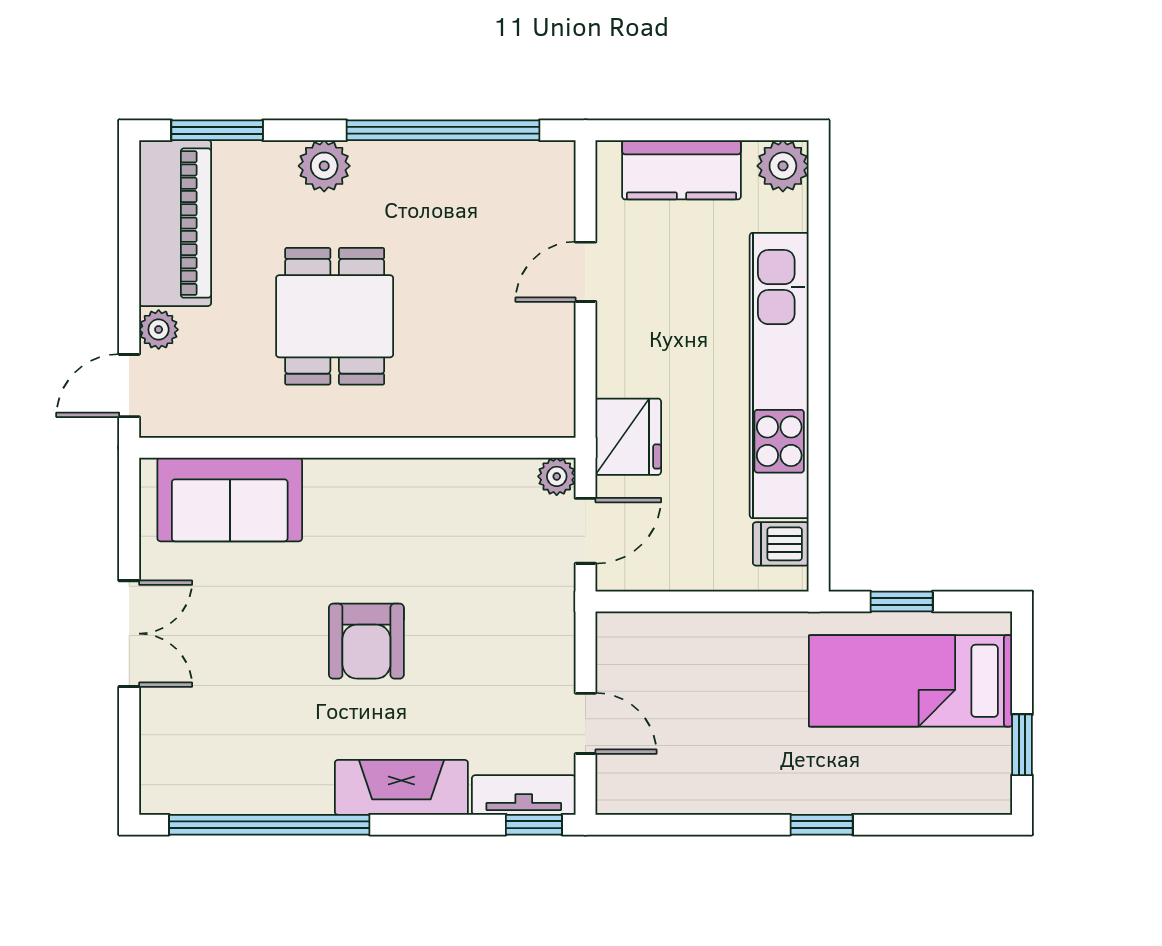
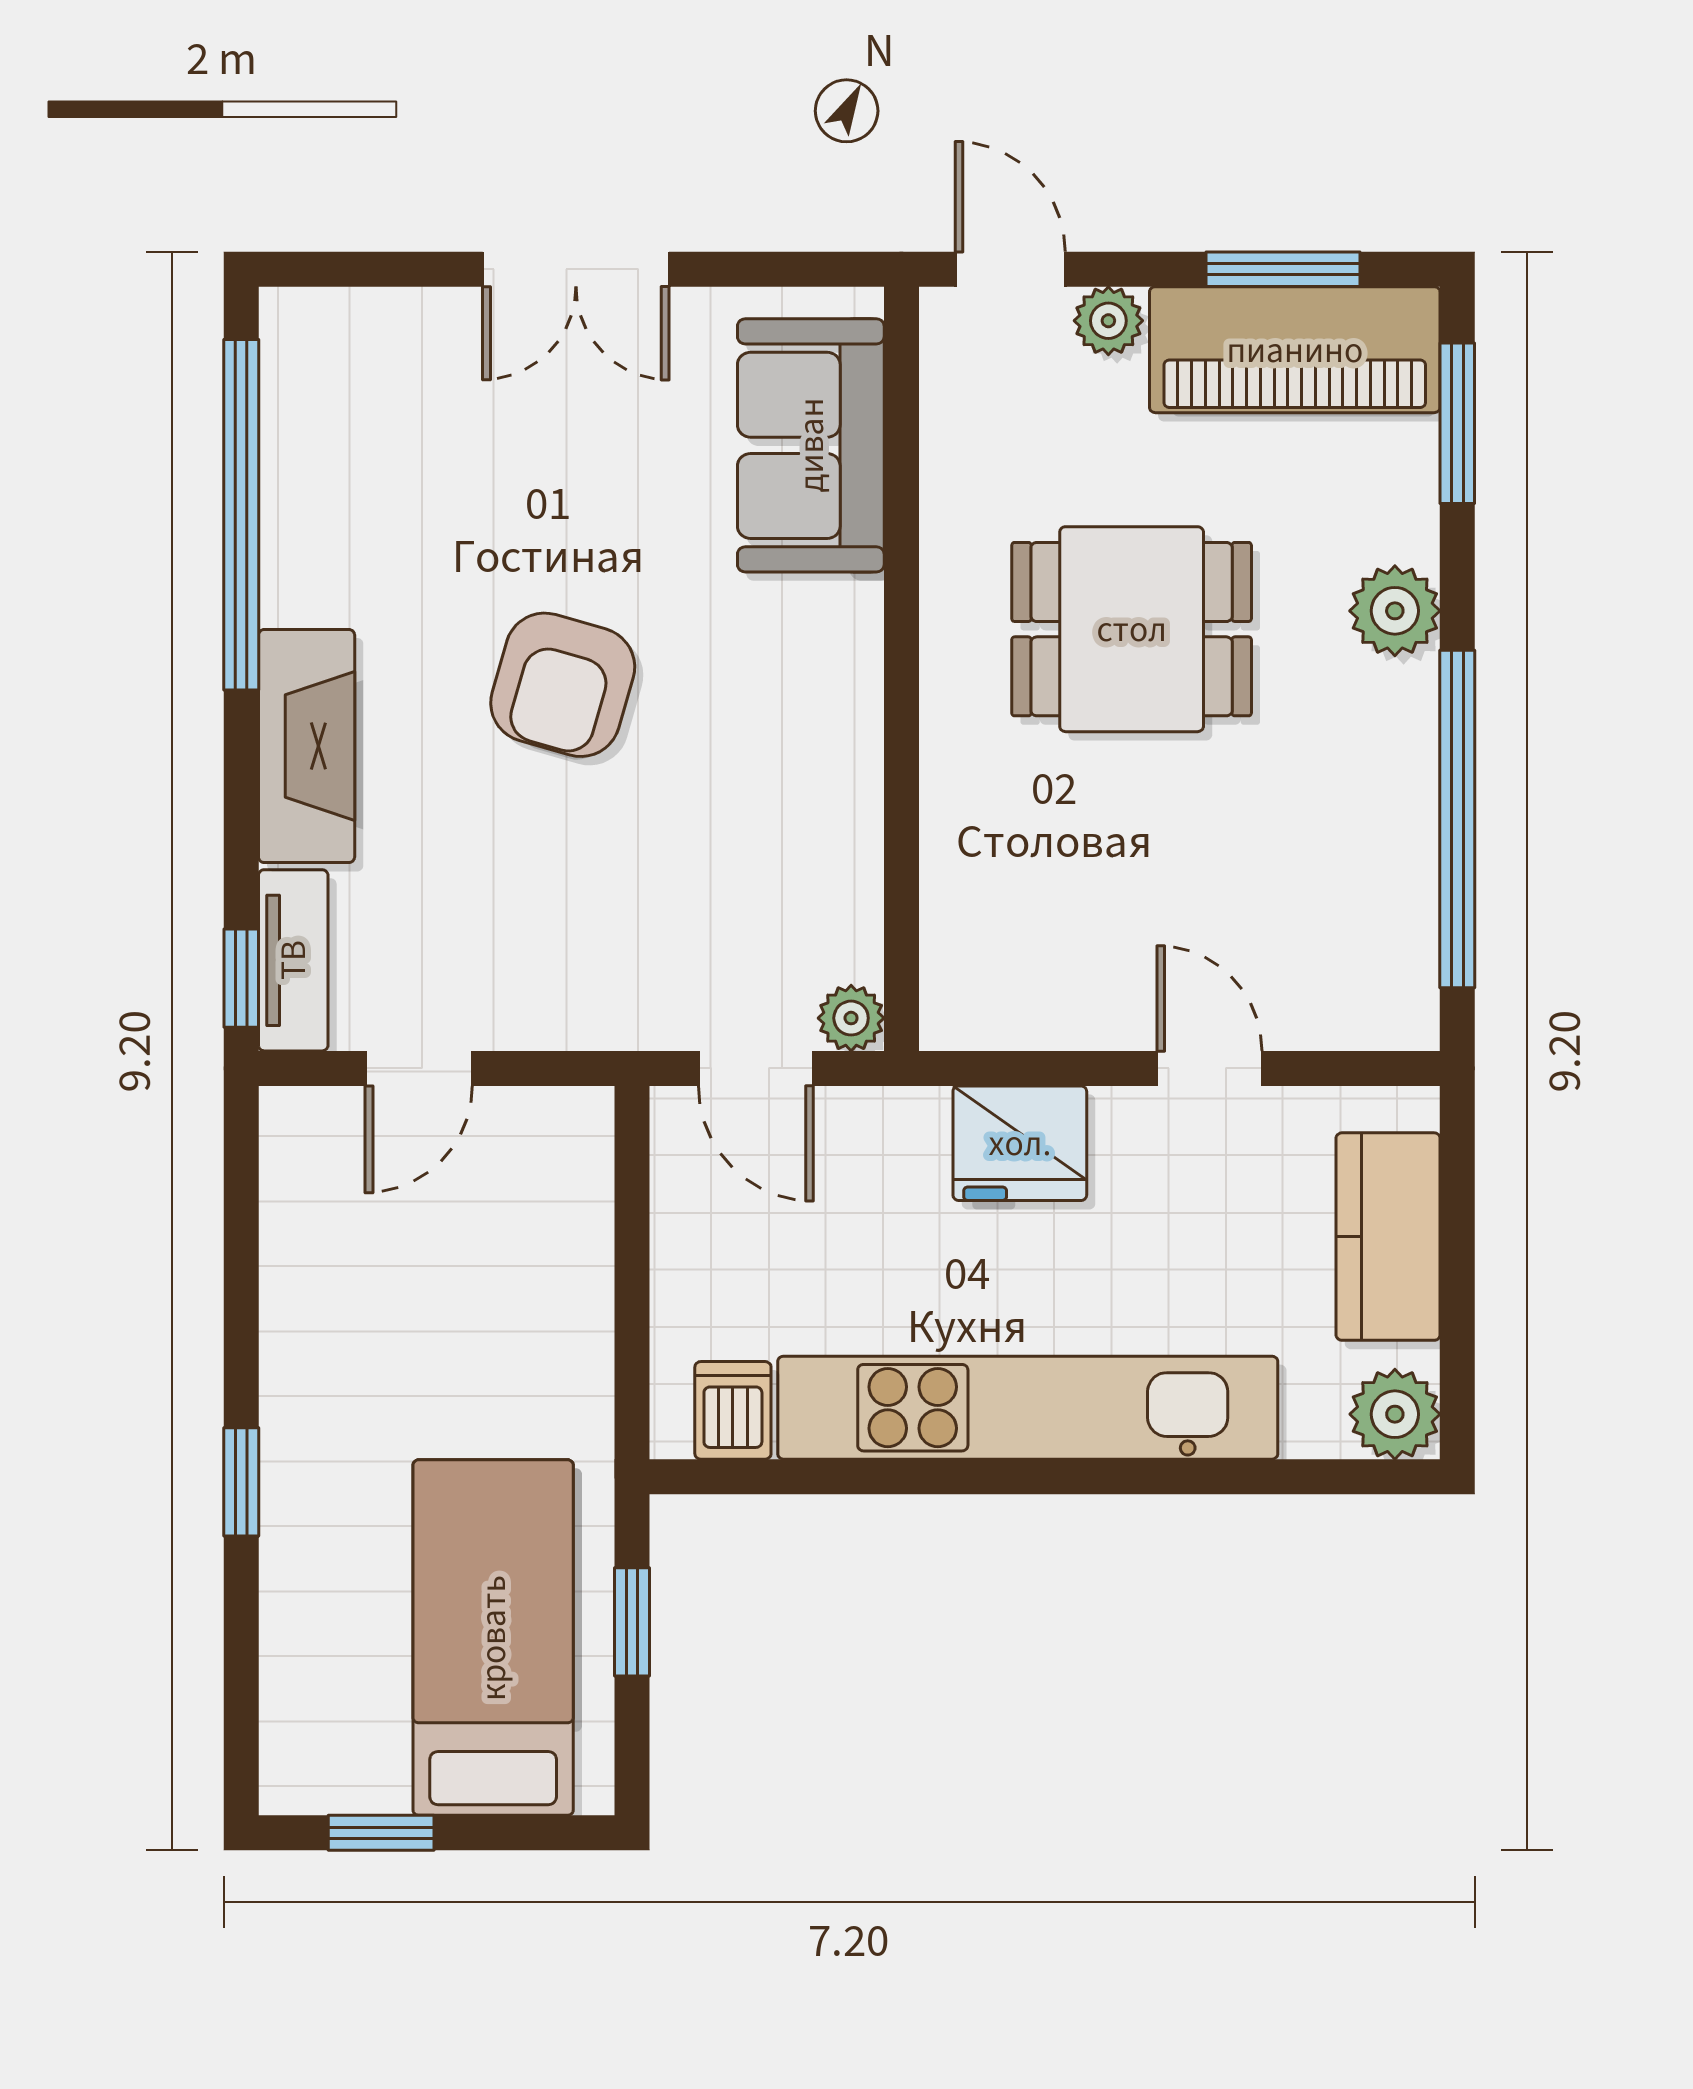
window: (129, 230) -> (1283, 269), added
fridge: (628, 437) -> (1020, 1143), moved
armchair: (366, 641) -> (563, 685), turned -74

